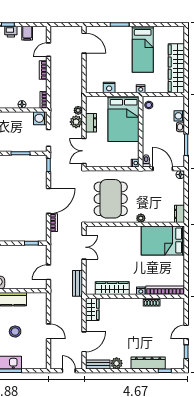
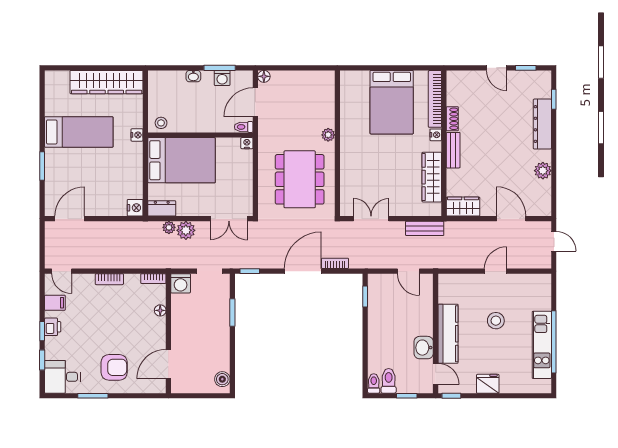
door: (49, 50) -> (62, 271), moved
nightstand: (109, 88) -> (135, 208), moved
washing machine: (179, 116) -> (222, 78), moved
dresser: (91, 123) -> (162, 208), moved
dining table: (111, 199) -> (300, 179), turned 90
door: (49, 201) -> (303, 271), hinge flipped
dresser: (180, 214) -> (322, 78), removed
bed: (163, 240) -> (392, 102), moved
bench: (98, 364) -> (453, 150), moved
door: (69, 371) -> (554, 241), swing flipped

